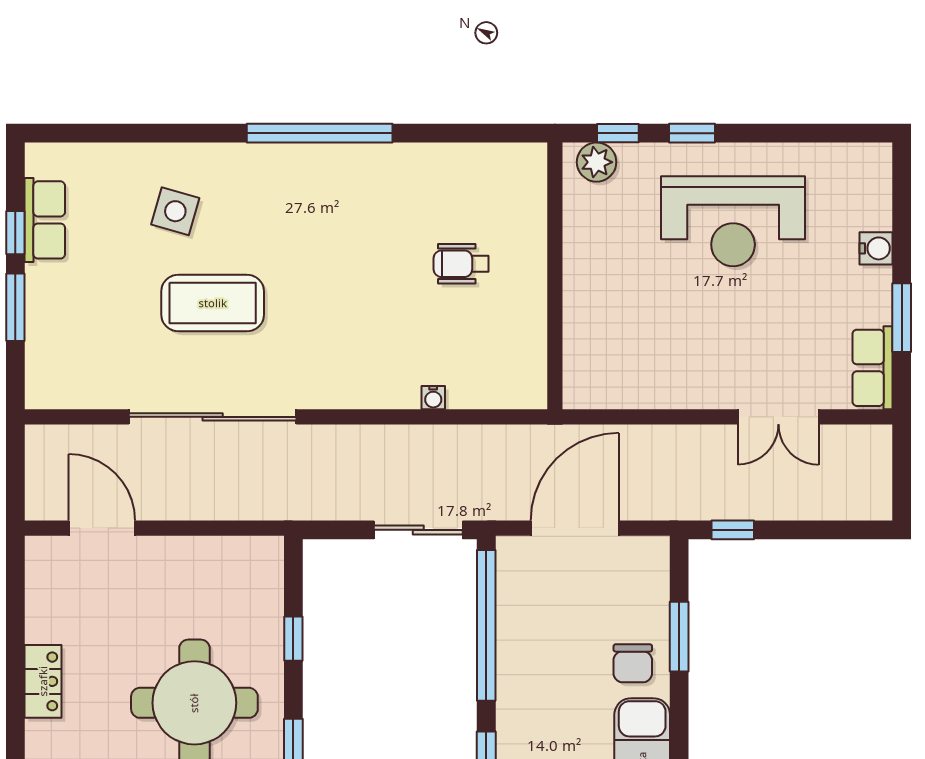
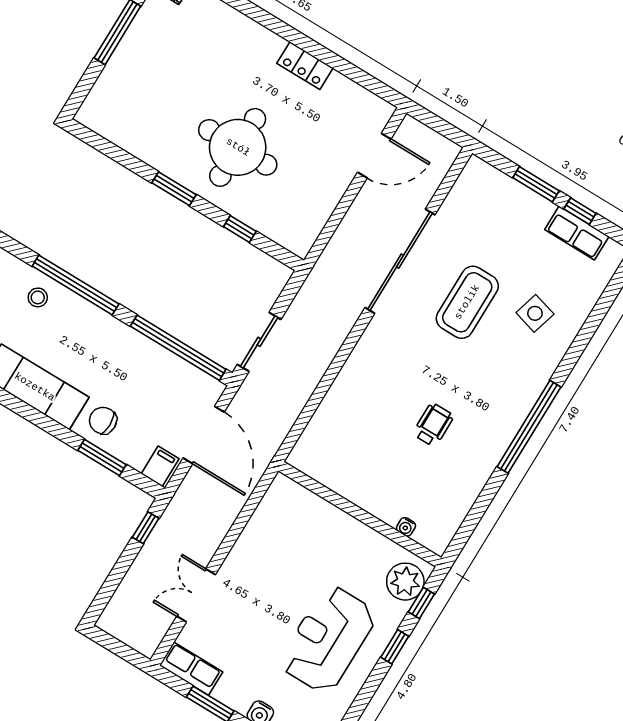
plant: (597, 162) -> (405, 582), width x1.36, depth x1.36
wheelchair: (461, 264) -> (433, 425), moved
water cooler: (433, 398) -> (406, 527), moved, turned -90
filing cabinet: (646, 558) -> (160, 466), added

